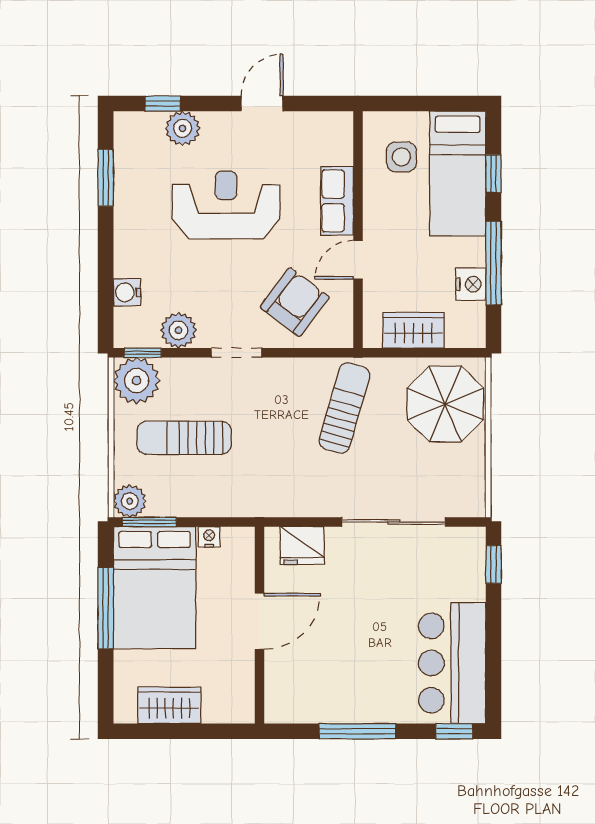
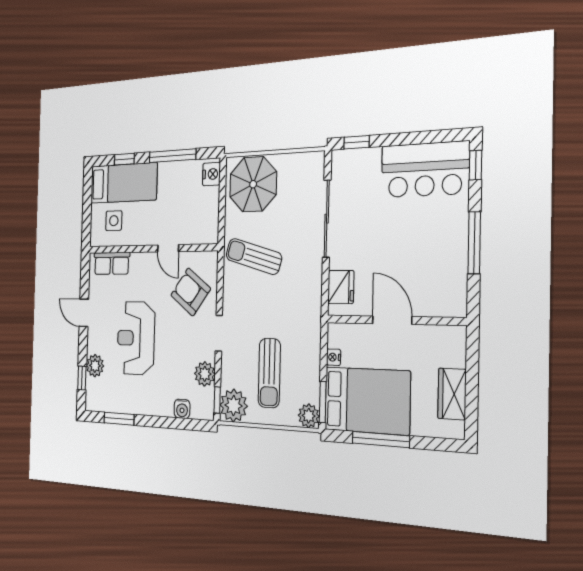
row of seats: (337, 201) -> (112, 263), moved
nightstand: (471, 284) -> (211, 174), moved, turned 90
wardrobe: (413, 330) -> (209, 209), removed

